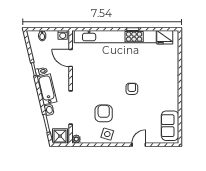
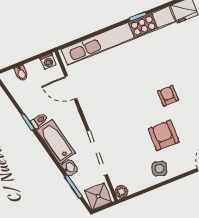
armchair: (104, 113) -> (164, 135), moved

